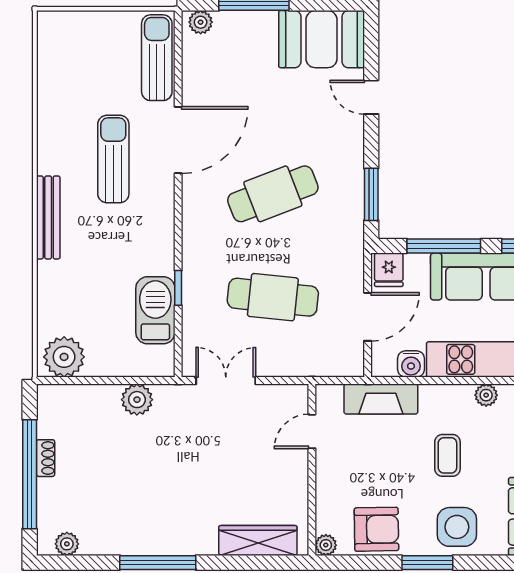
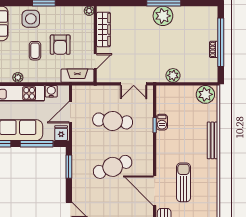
door: (178, 140) -> (155, 191), hinge flipped
sun lounger: (113, 159) -> (184, 182), turned 180
bench: (48, 217) -> (212, 140), moved
barbecue: (155, 310) -> (162, 122), width x0.53, depth x0.65
fireplace: (381, 399) -> (77, 76), moved
armchair: (376, 529) -> (60, 45), moved, turned -89
wardrobe: (258, 541) -> (103, 29), moved, turned -90
plant: (67, 544) -> (163, 16), moved, width x1.88, depth x1.88

